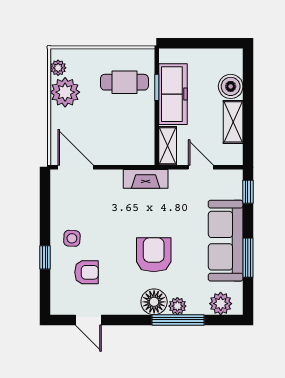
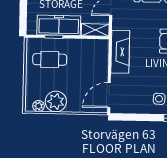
cafe table: (124, 82) -> (50, 59), turned 90
fireplace: (146, 179) -> (120, 52), width x1.37, depth x1.32

